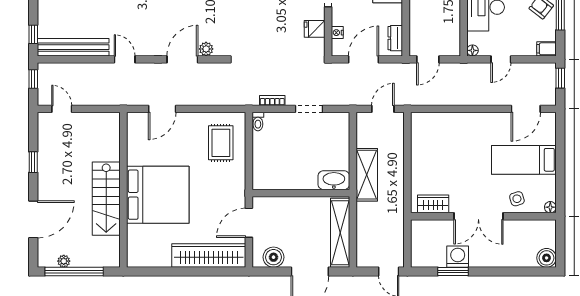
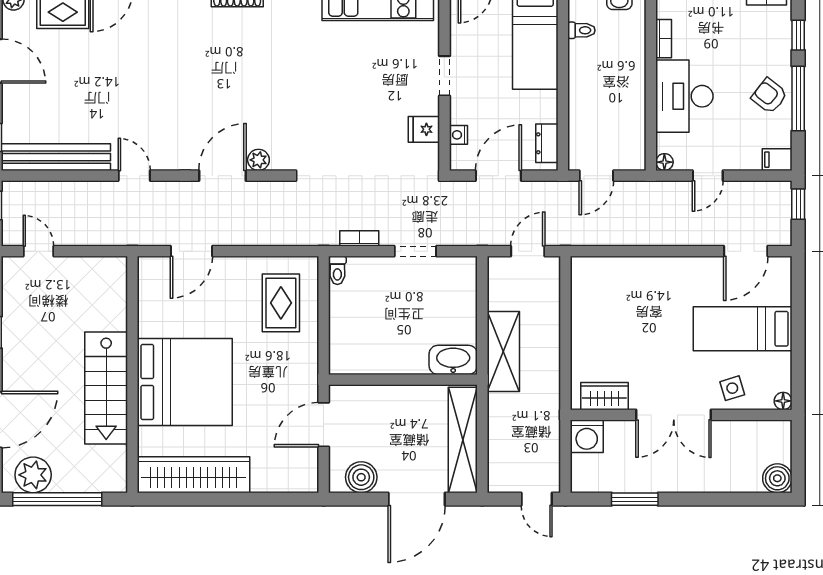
wardrobe: (209, 256) -> (193, 475), moved
washing machine: (458, 257) -> (587, 436), moved, turned 180
plant: (64, 261) -> (33, 475), width x1.87, depth x1.87

